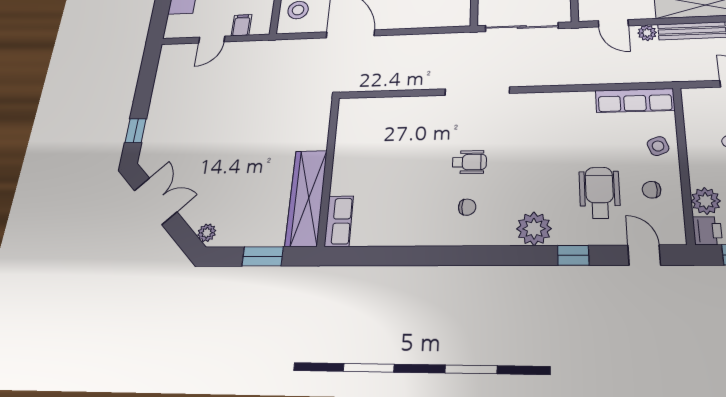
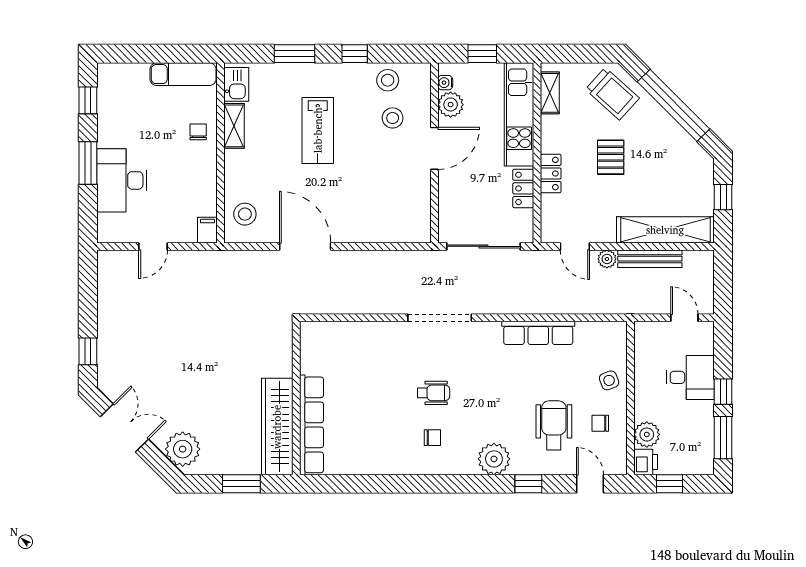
filing cabinet: (241, 25) -> (207, 230), moved
row of seats: (635, 100) -> (538, 333), moved
row of seats: (339, 221) -> (311, 425), width x2.02
plant: (207, 233) -> (183, 449), width x1.88, depth x1.88

